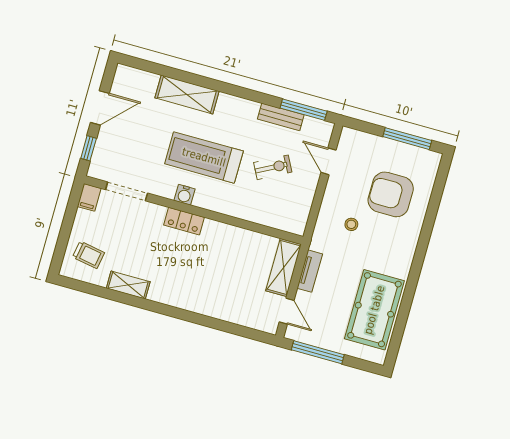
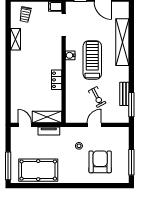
shelving: (187, 94) -> (122, 42), width x1.47
door: (328, 161) -> (94, 125), moved
locker: (184, 221) -> (57, 80), moved
door: (287, 311) -> (25, 125), swing flipped
window: (318, 352) -> (8, 166), moved

